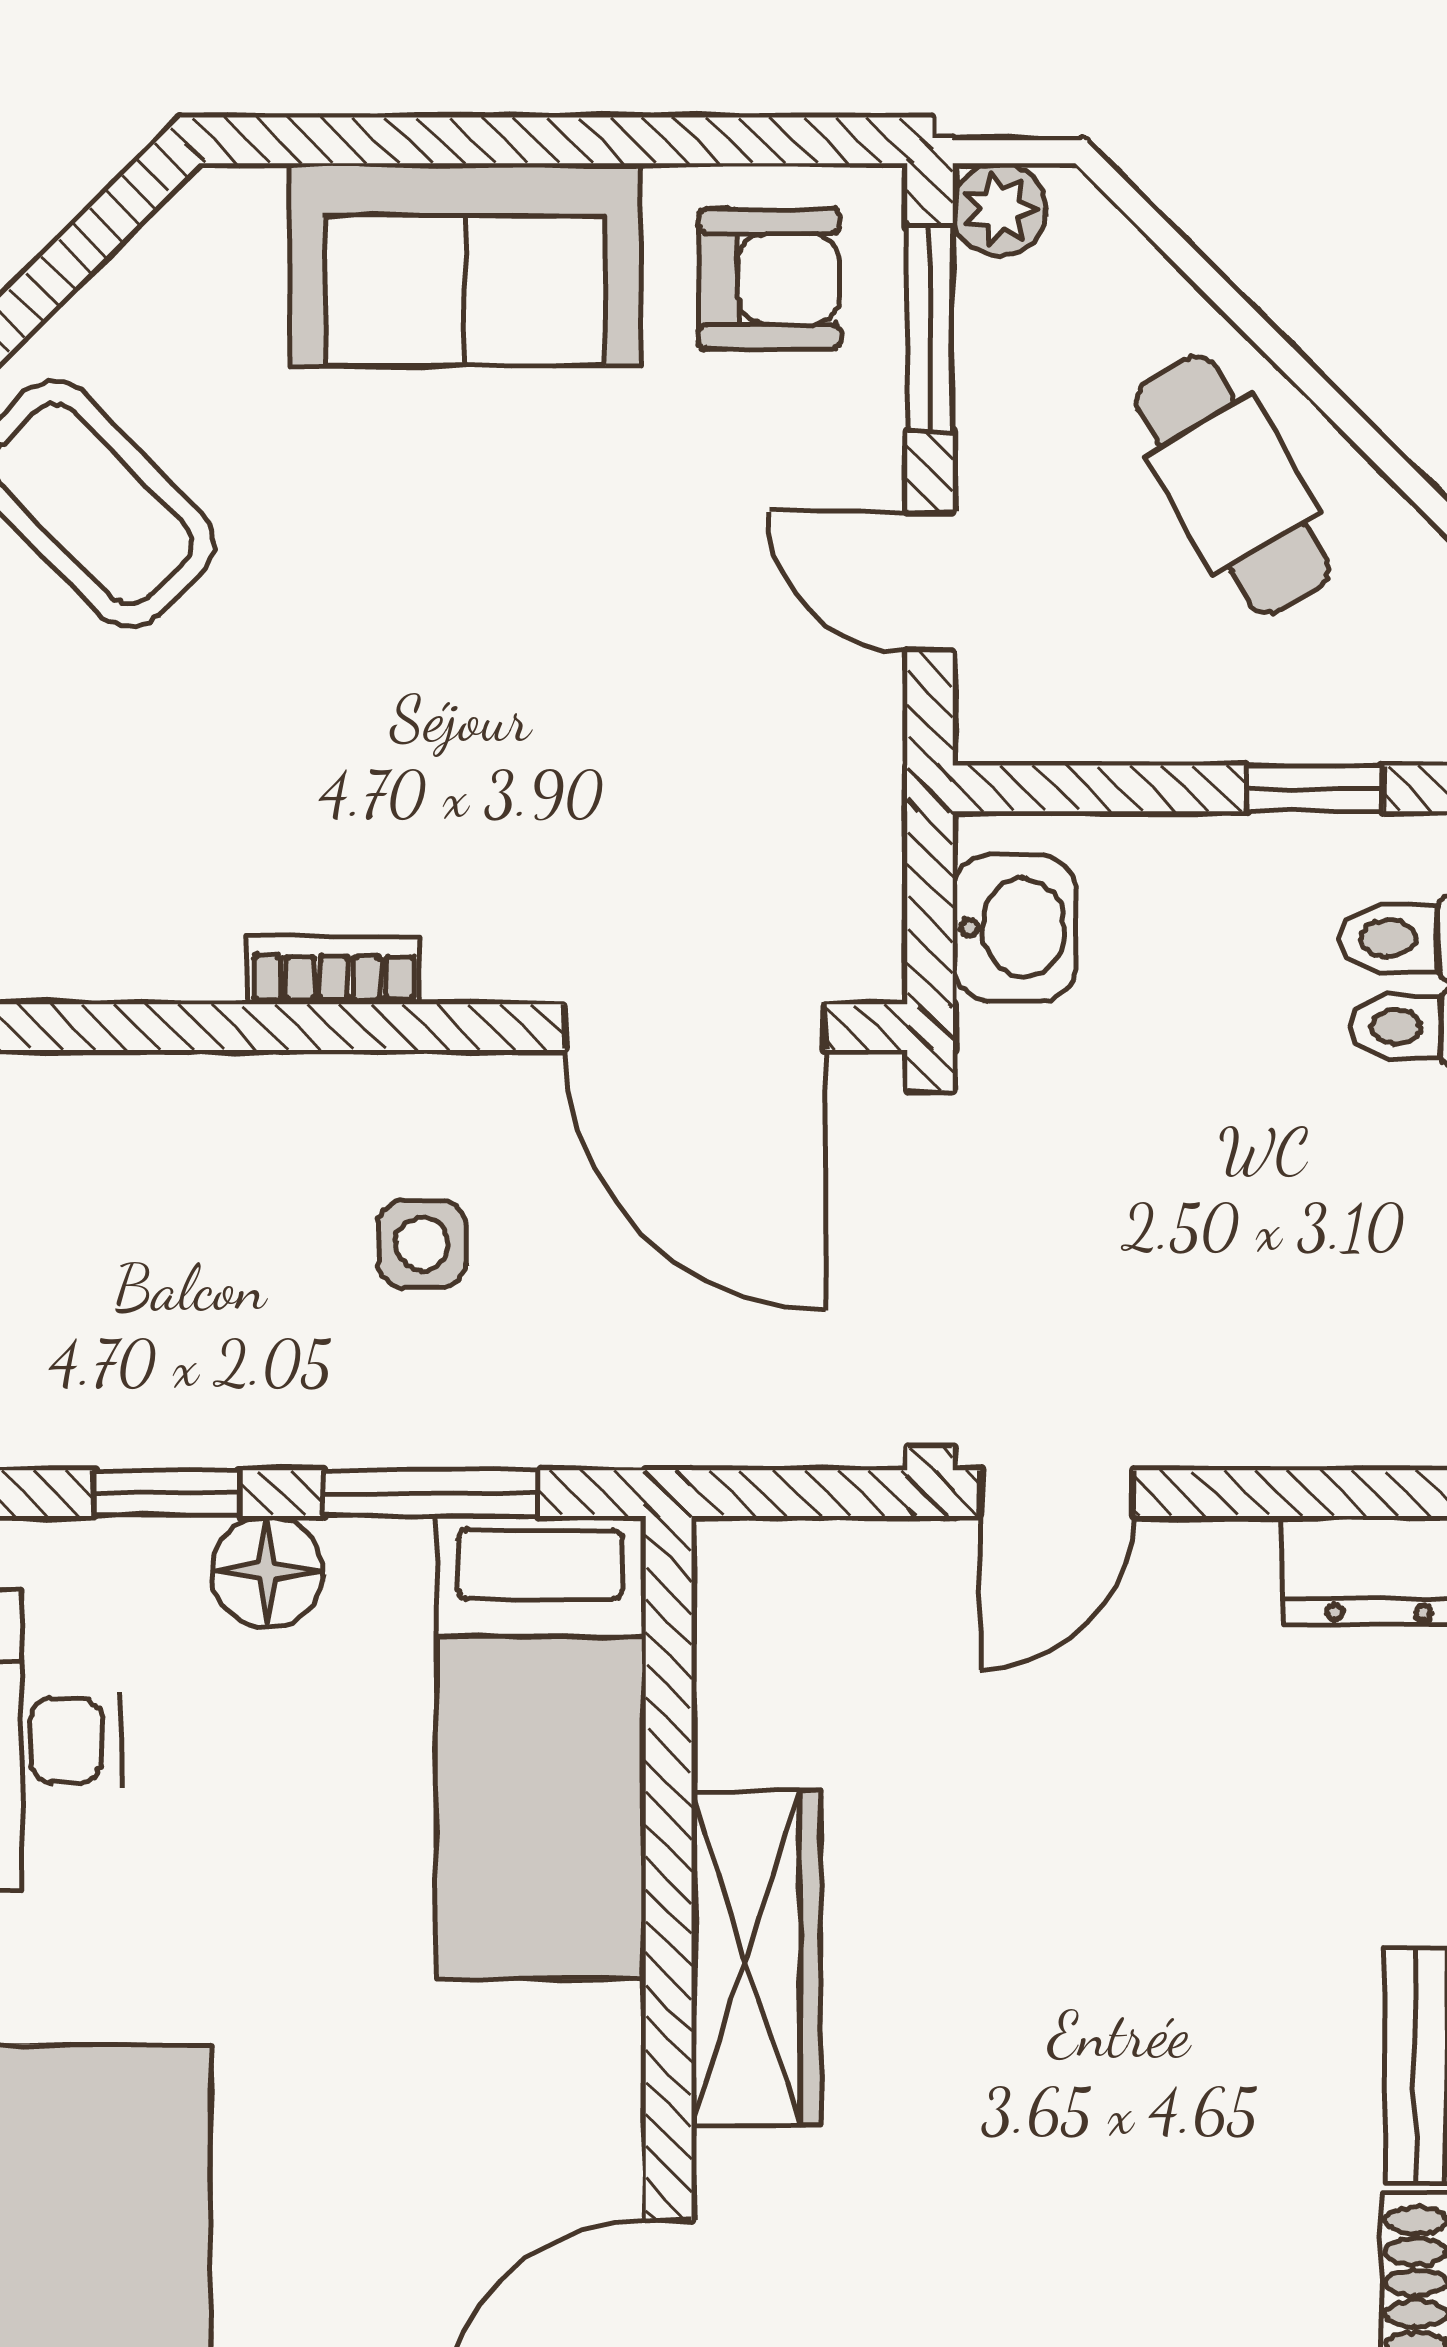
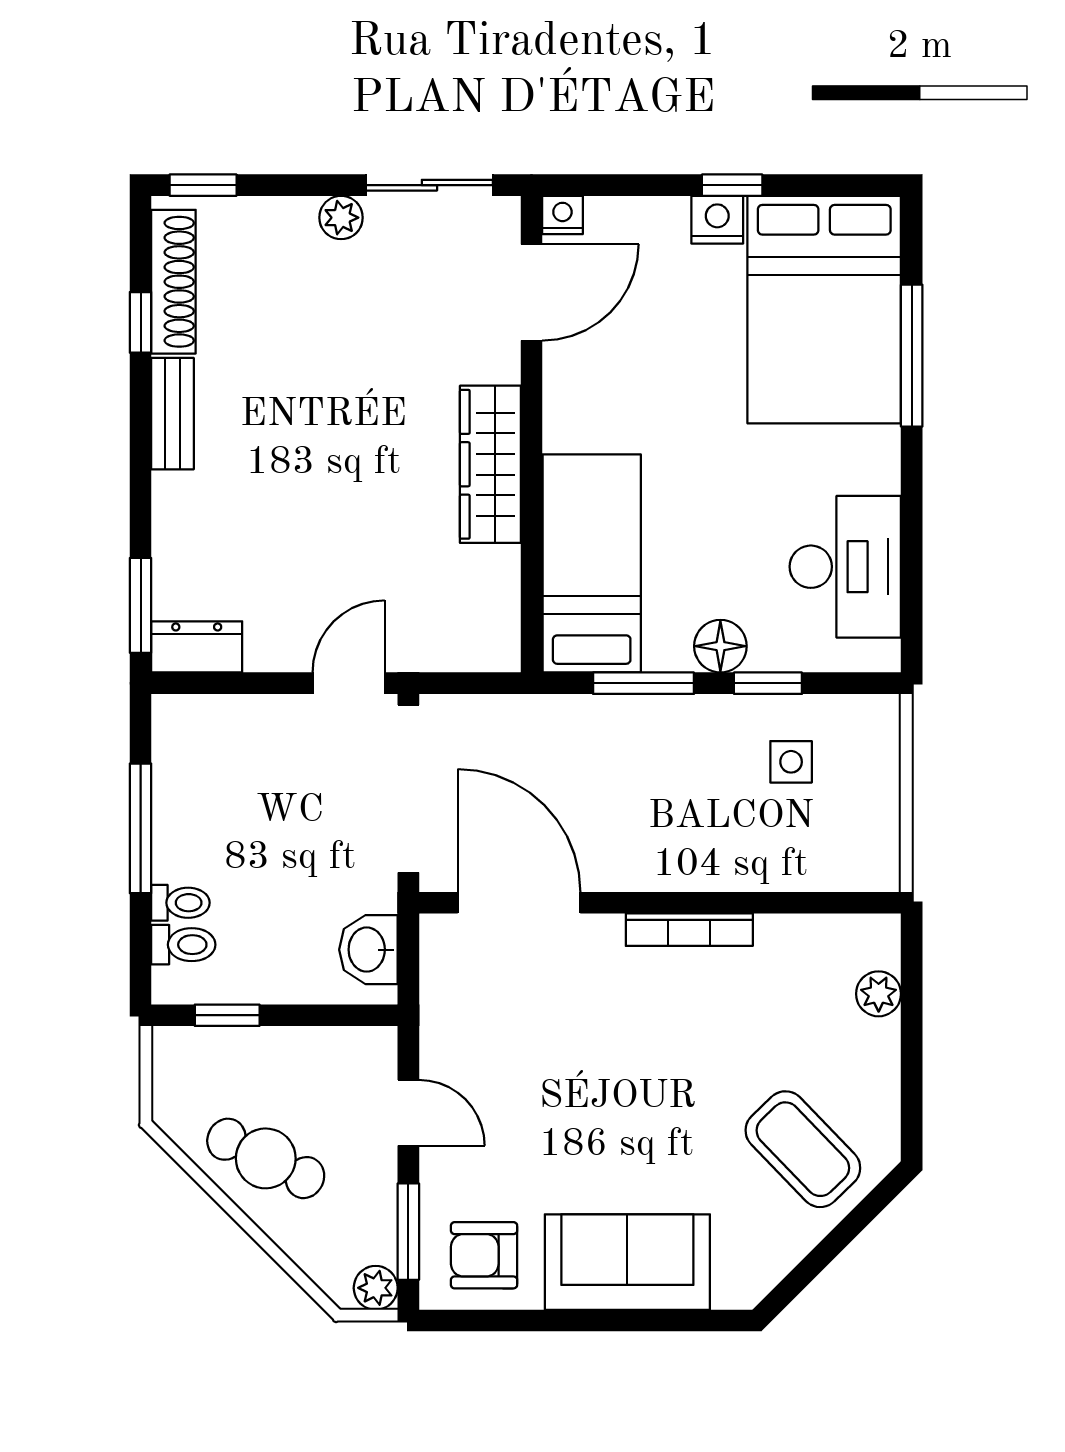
cafe table: (1233, 484) -> (266, 1158), turned -34
bookcase: (334, 970) -> (689, 930), width x1.56
side table: (422, 1244) -> (791, 762), moved

